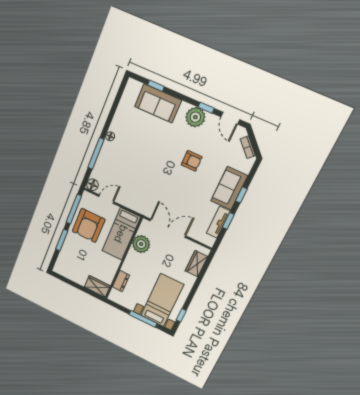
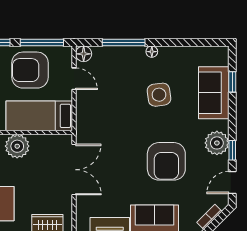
side table: (142, 145) -> (159, 95), added
armchair: (192, 161) -> (166, 161), width x1.88, depth x1.88
plant: (141, 244) -> (17, 146), moved

